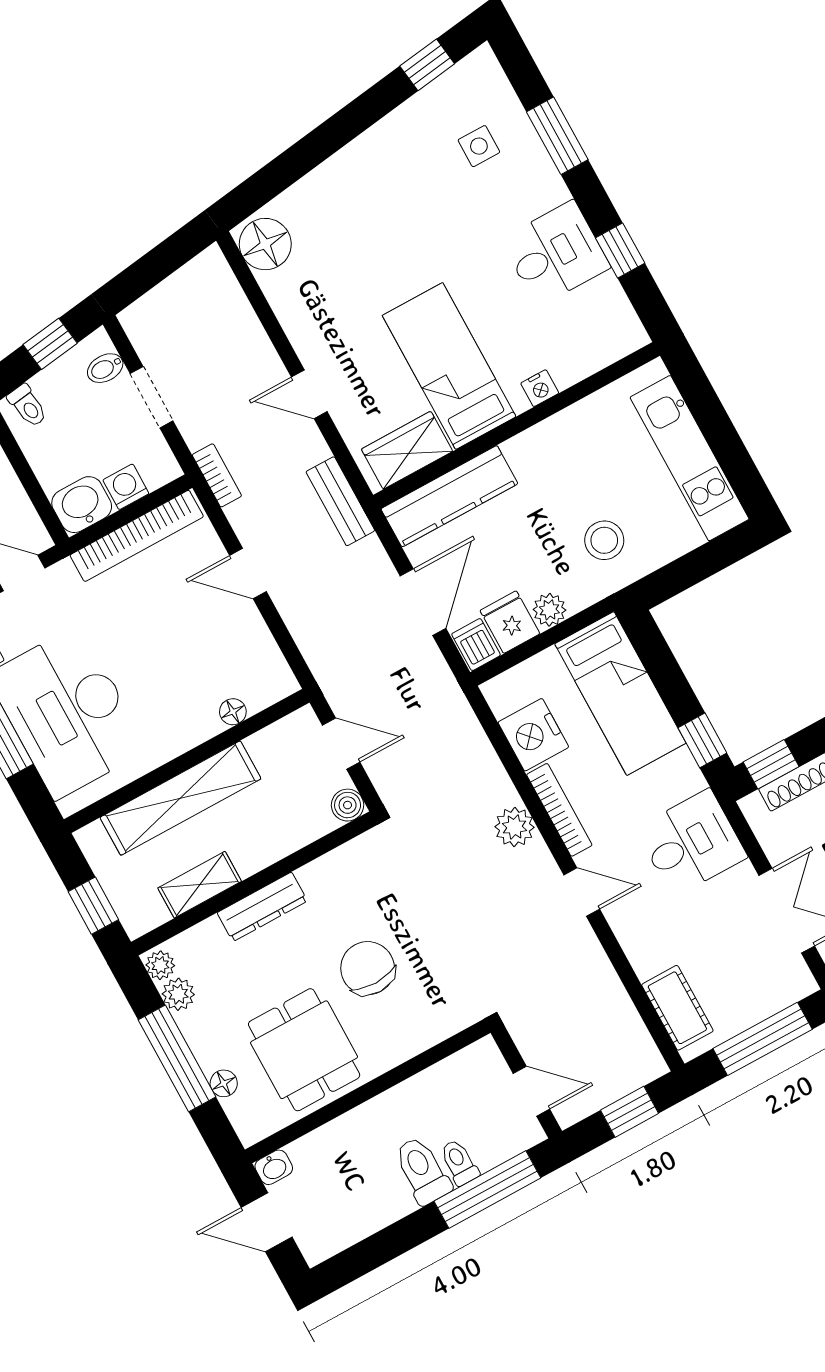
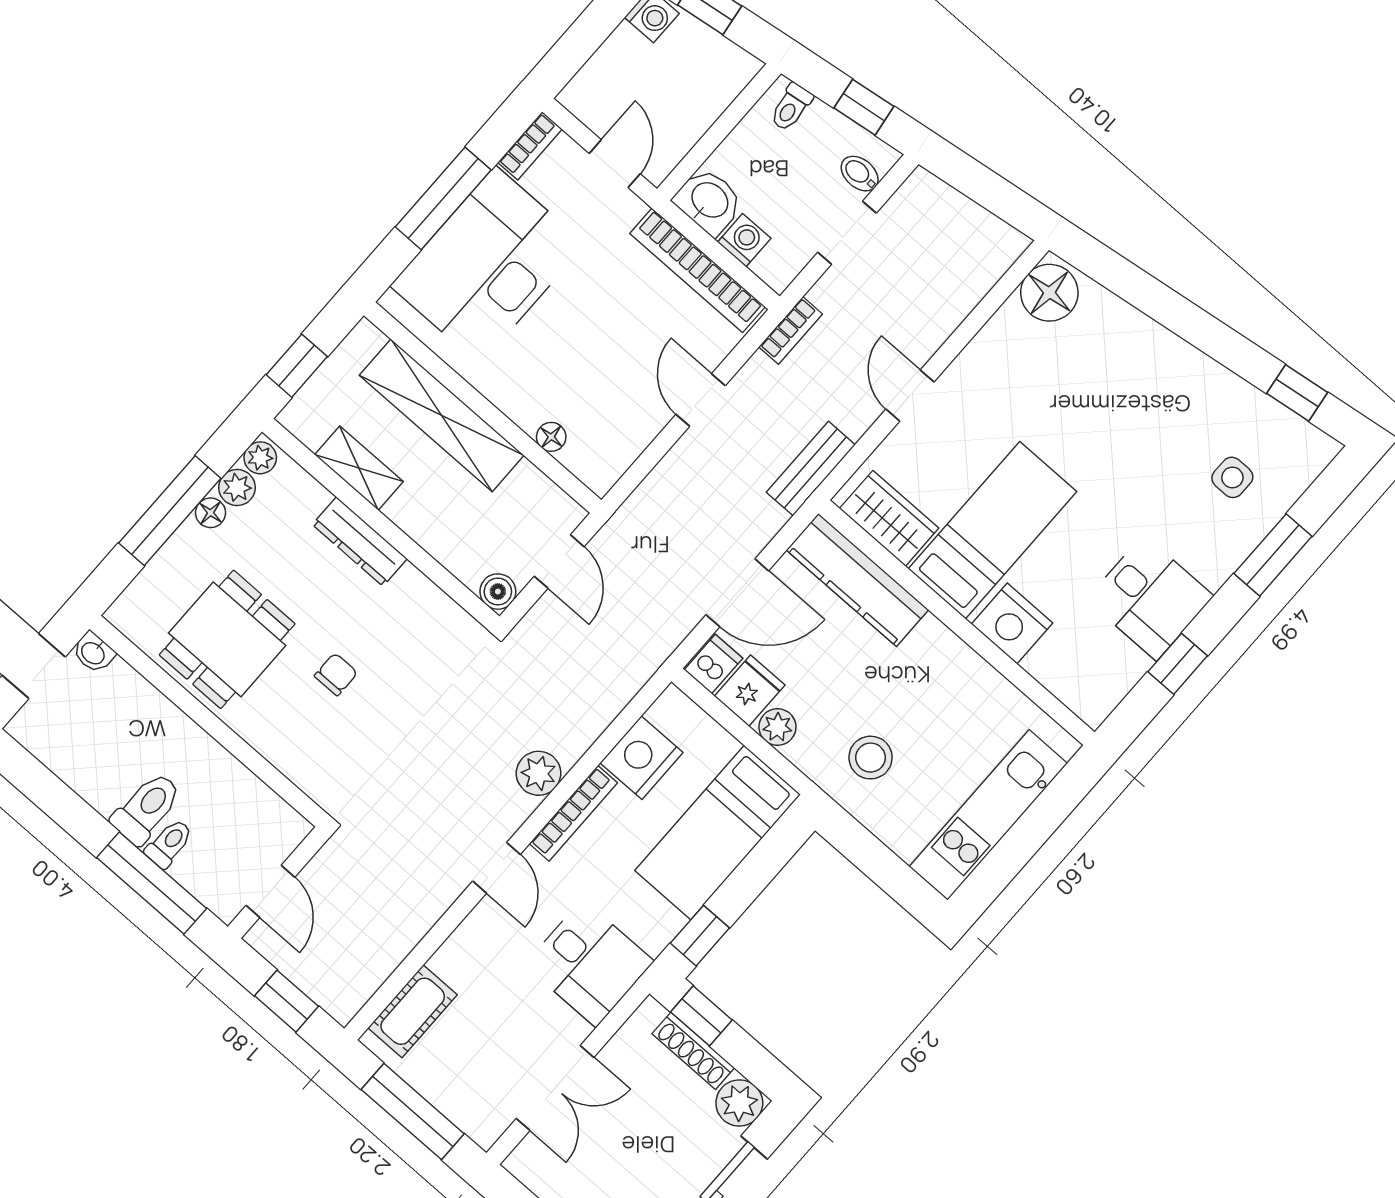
nightstand: (540, 388) -> (1012, 624), width x1.89, depth x1.79
chair: (368, 968) -> (336, 674), width x0.54, depth x0.54
floor lamp: (224, 1083) -> (211, 513), moved

